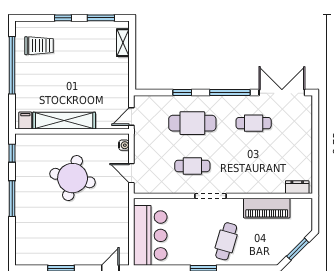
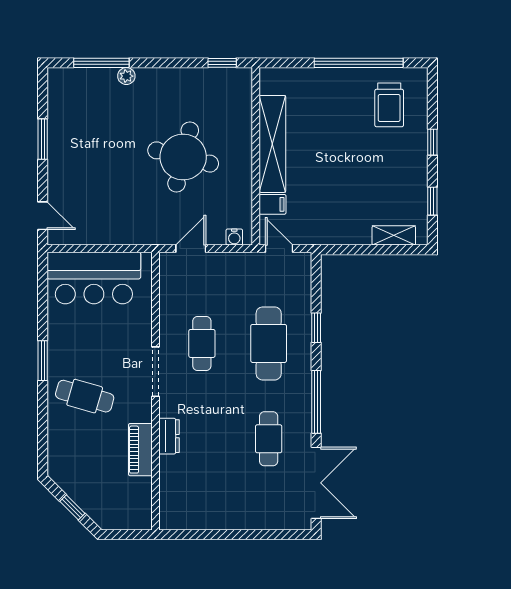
window: (101, 18) -> (432, 201), width x0.67
filing cabinet: (25, 121) -> (273, 204), moved
dresser: (297, 187) -> (169, 436), moved
window: (12, 199) -> (101, 63), moved
piano: (267, 208) -> (140, 450), width x0.73, depth x0.75
plant: (20, 215) -> (126, 76), added
window: (298, 249) -> (72, 507), width x0.67

